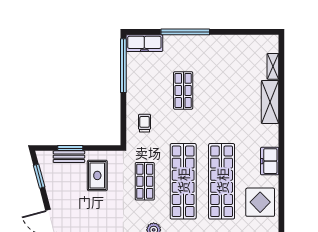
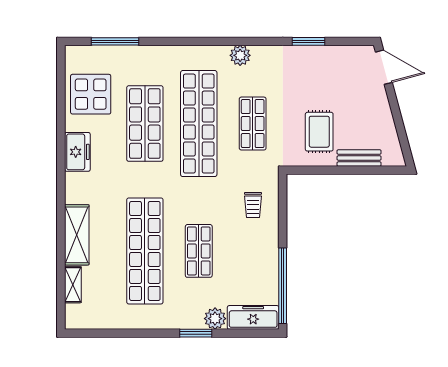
window: (185, 32) -> (196, 333), width x0.47
plant: (172, 42) -> (215, 319), added
shop shelf: (222, 90) -> (145, 251), added
window: (70, 148) -> (357, 170), removed
window: (39, 176) -> (401, 131), removed
shop shelf: (222, 181) -> (145, 124), width x0.71

